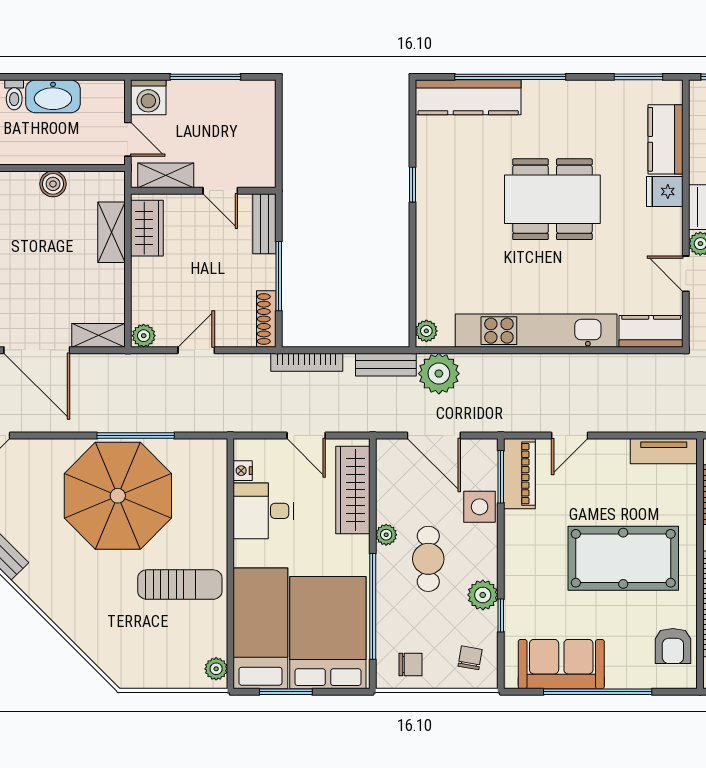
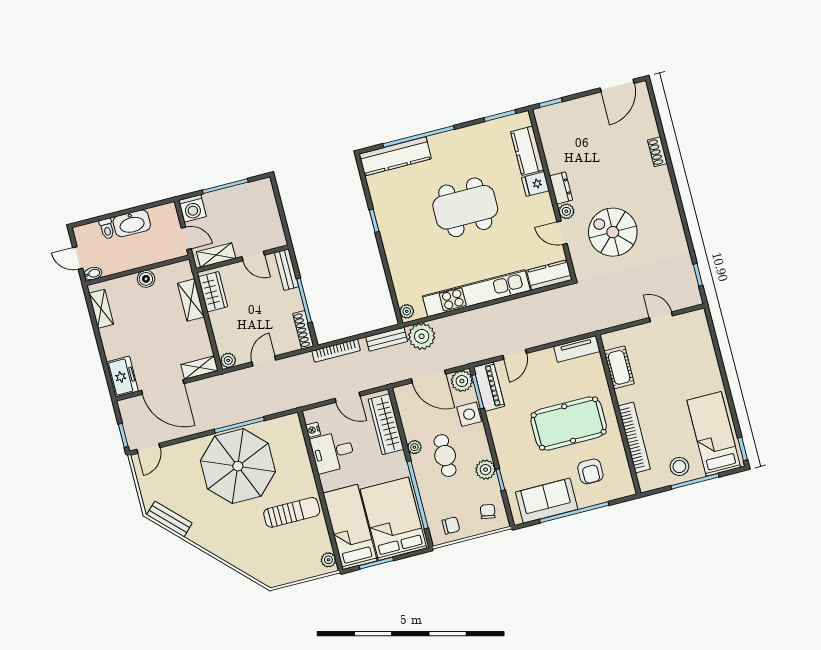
plant: (481, 455) -> (462, 381), added
armchair: (673, 646) -> (590, 471), moved

